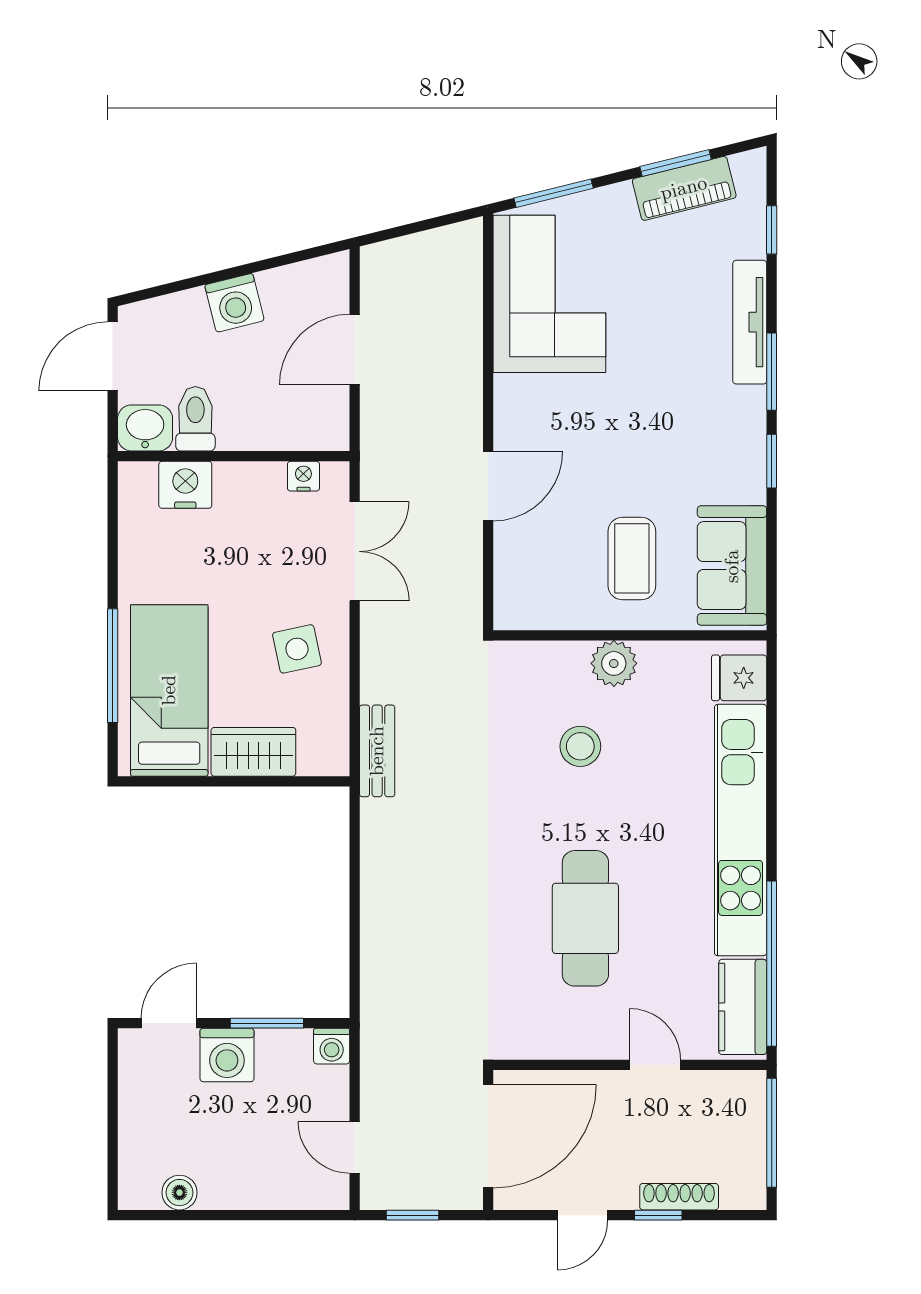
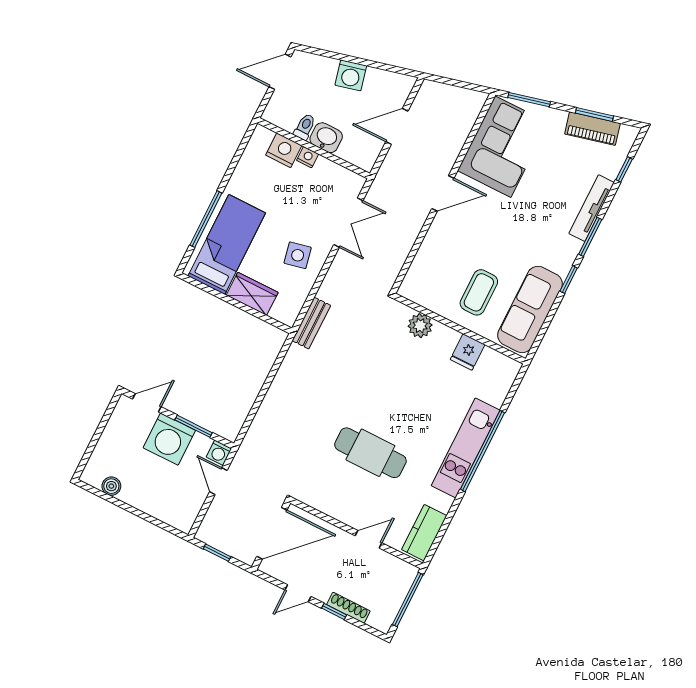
toilet: (195, 419) -> (305, 127), width x0.73, depth x0.72
washbasin: (145, 428) -> (326, 138), moved
nightstand: (303, 476) -> (308, 157), moved
door: (488, 486) -> (443, 193), moved
sofa: (732, 566) -> (530, 309), width x1.36
plant: (614, 663) -> (420, 326), moved
fridge: (739, 678) -> (468, 352), moved, turned -90
stool: (580, 746) -> (409, 370), removed
kitchen unit: (741, 830) -> (466, 448), width x0.73
cafe table: (585, 918) -> (370, 453), turned 90
window: (772, 964) -> (482, 451), moved
washing machine: (227, 1055) -> (169, 439), width x1.37, depth x1.37
door: (655, 1065) -> (369, 539), hinge flipped
door: (355, 1148) -> (218, 481), moved

